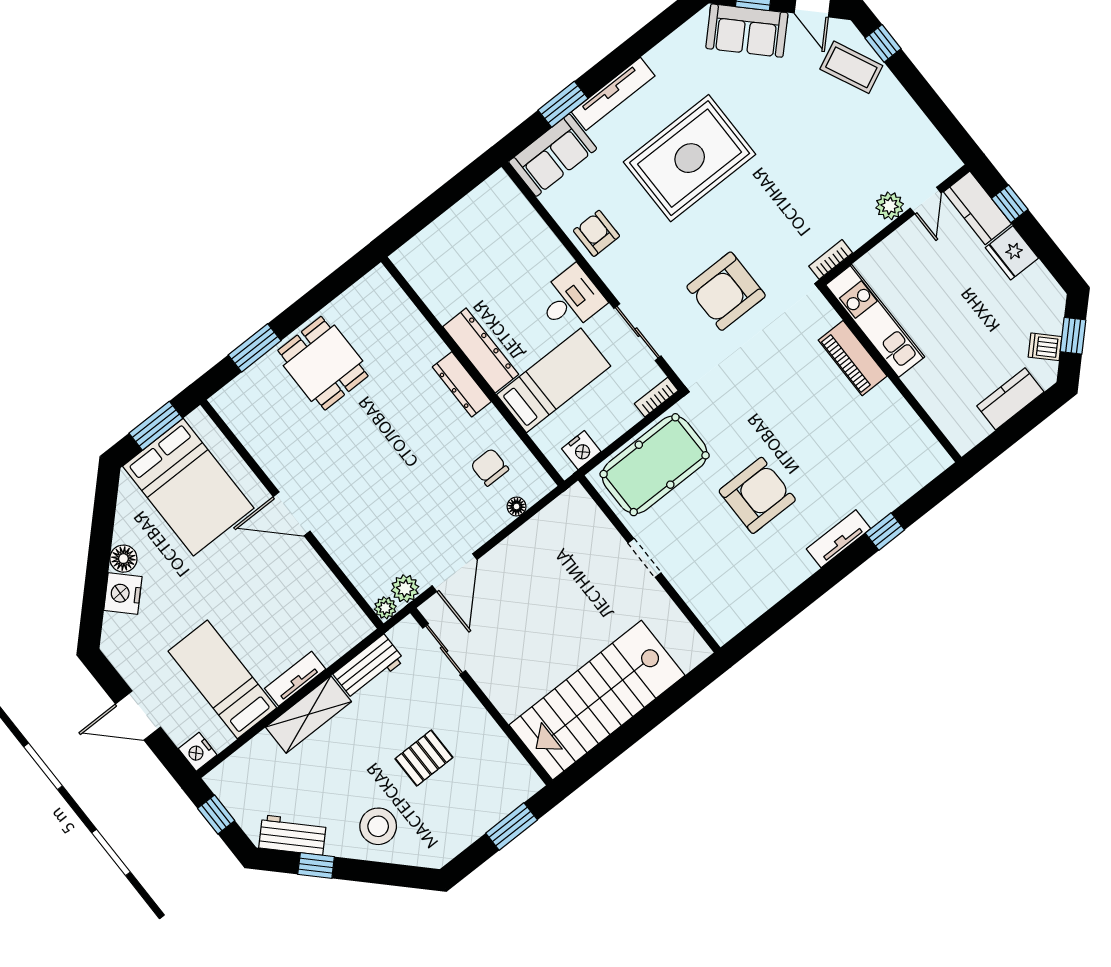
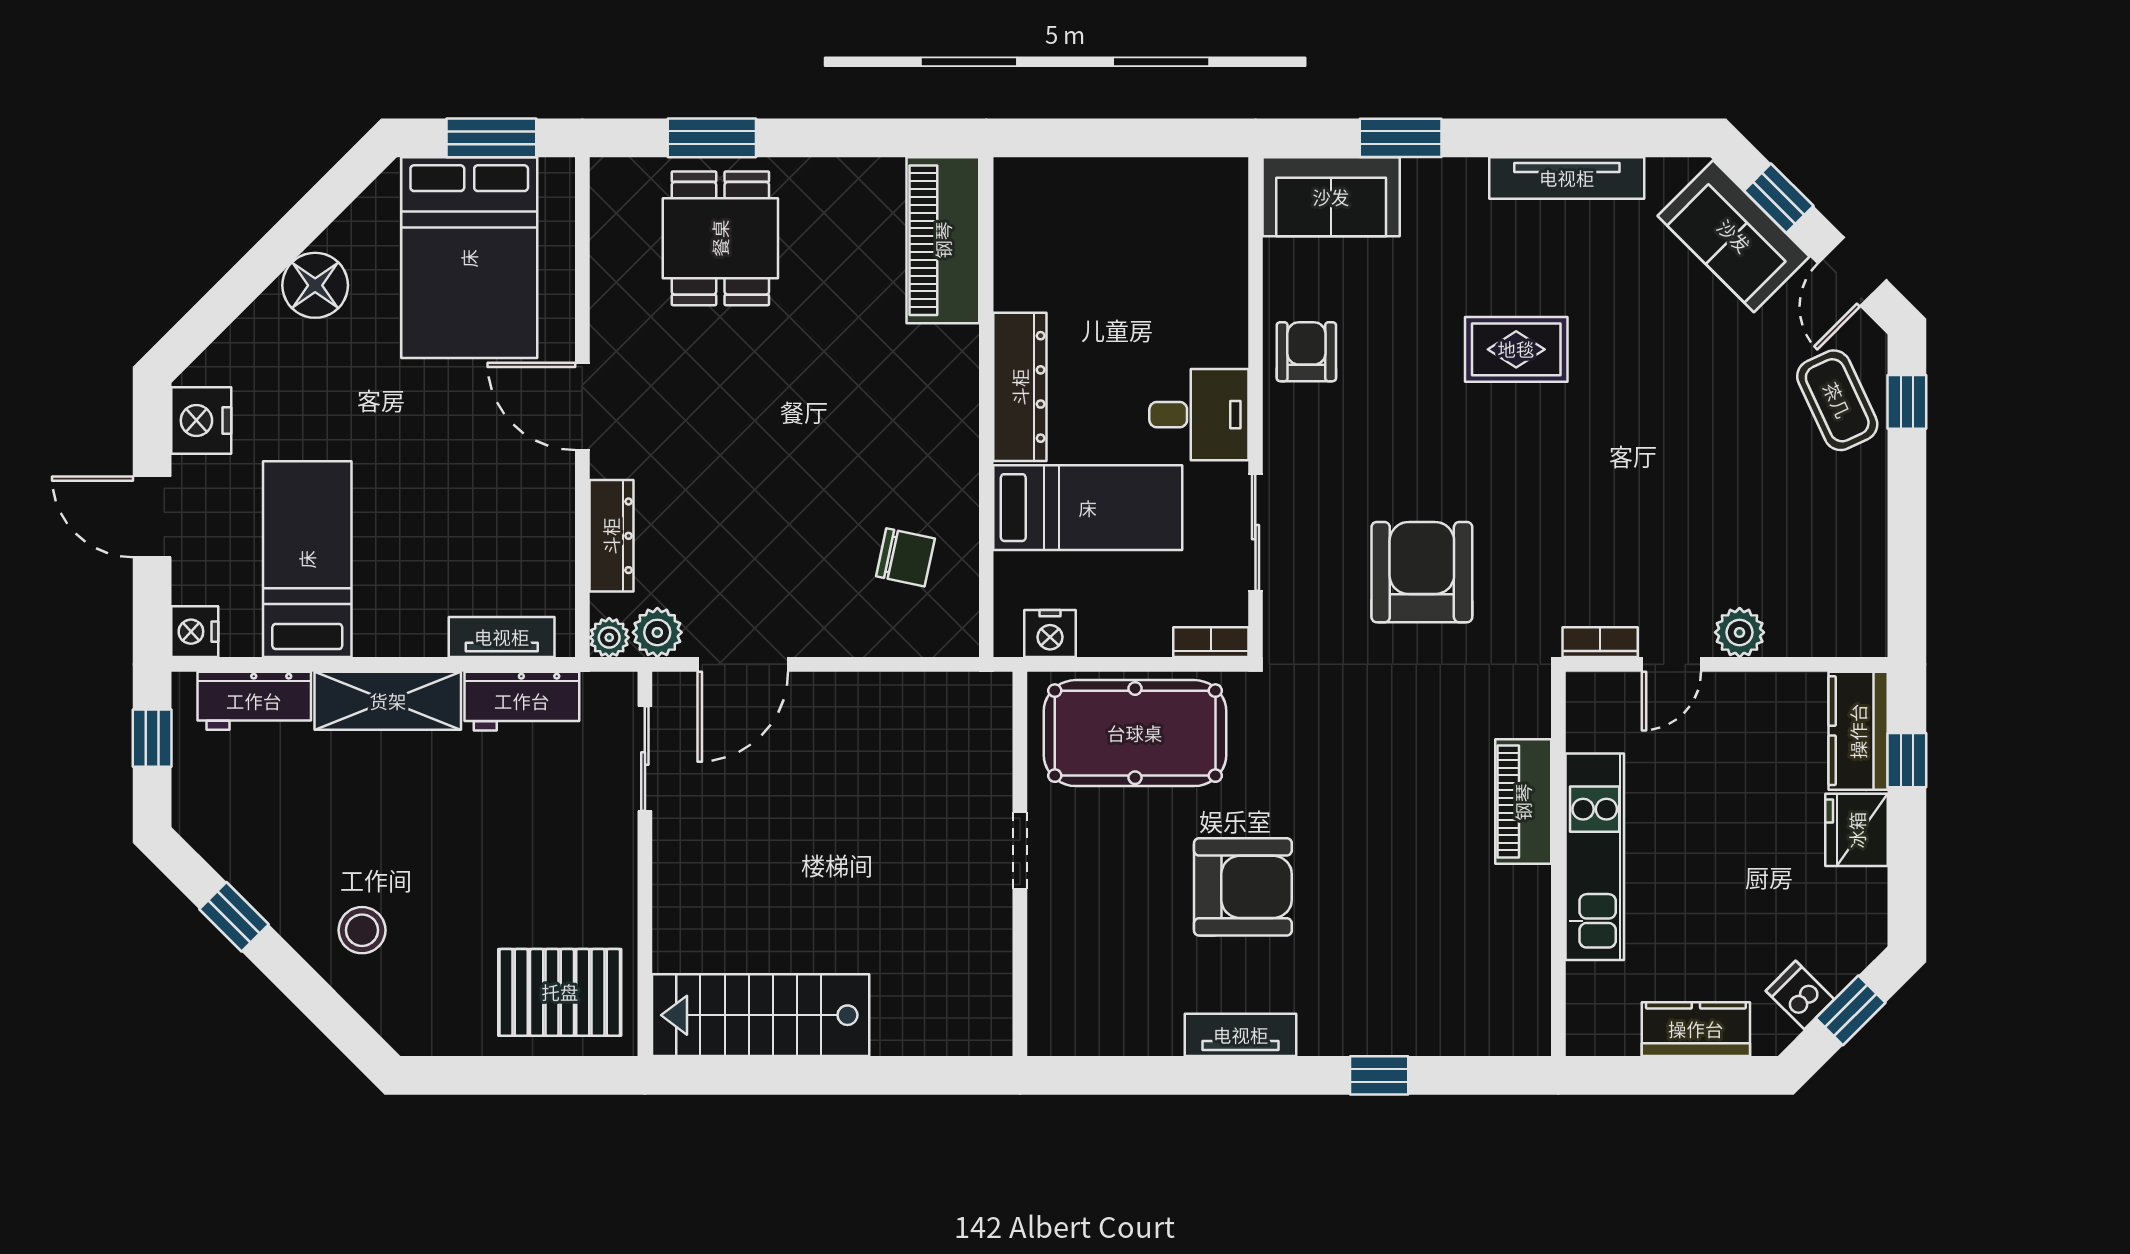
tv unit: (613, 94) -> (1567, 178), moved
rug: (690, 158) -> (1516, 349), width x0.54, depth x0.49
door: (926, 201) -> (1671, 664), moved
armchair: (726, 291) -> (1422, 572), turned 90
piano: (394, 312) -> (943, 240), added
kitchen unit: (875, 321) -> (1595, 857), moved
dining table: (323, 363) -> (720, 238), moved
dresser: (462, 384) -> (611, 536), moved, turned 180
chair: (490, 467) -> (905, 557), turned 102
floor lamp: (517, 506) -> (900, 641), removed
tv unit: (839, 539) -> (1241, 1035), moved
floor lamp: (123, 559) -> (315, 285), width x1.38, depth x1.38
nightstand: (123, 594) -> (201, 420), moved, turned -45
tv unit: (295, 679) -> (502, 637), moved
stairs: (597, 700) -> (761, 1015), width x0.73, depth x0.66
pallet: (424, 758) -> (560, 992), moved, width x1.50, depth x1.42
stool: (378, 826) -> (362, 930), width x0.73, depth x0.73
window: (512, 827) -> (545, 1075), removed
workbench: (293, 835) -> (254, 701), moved, turned 135

